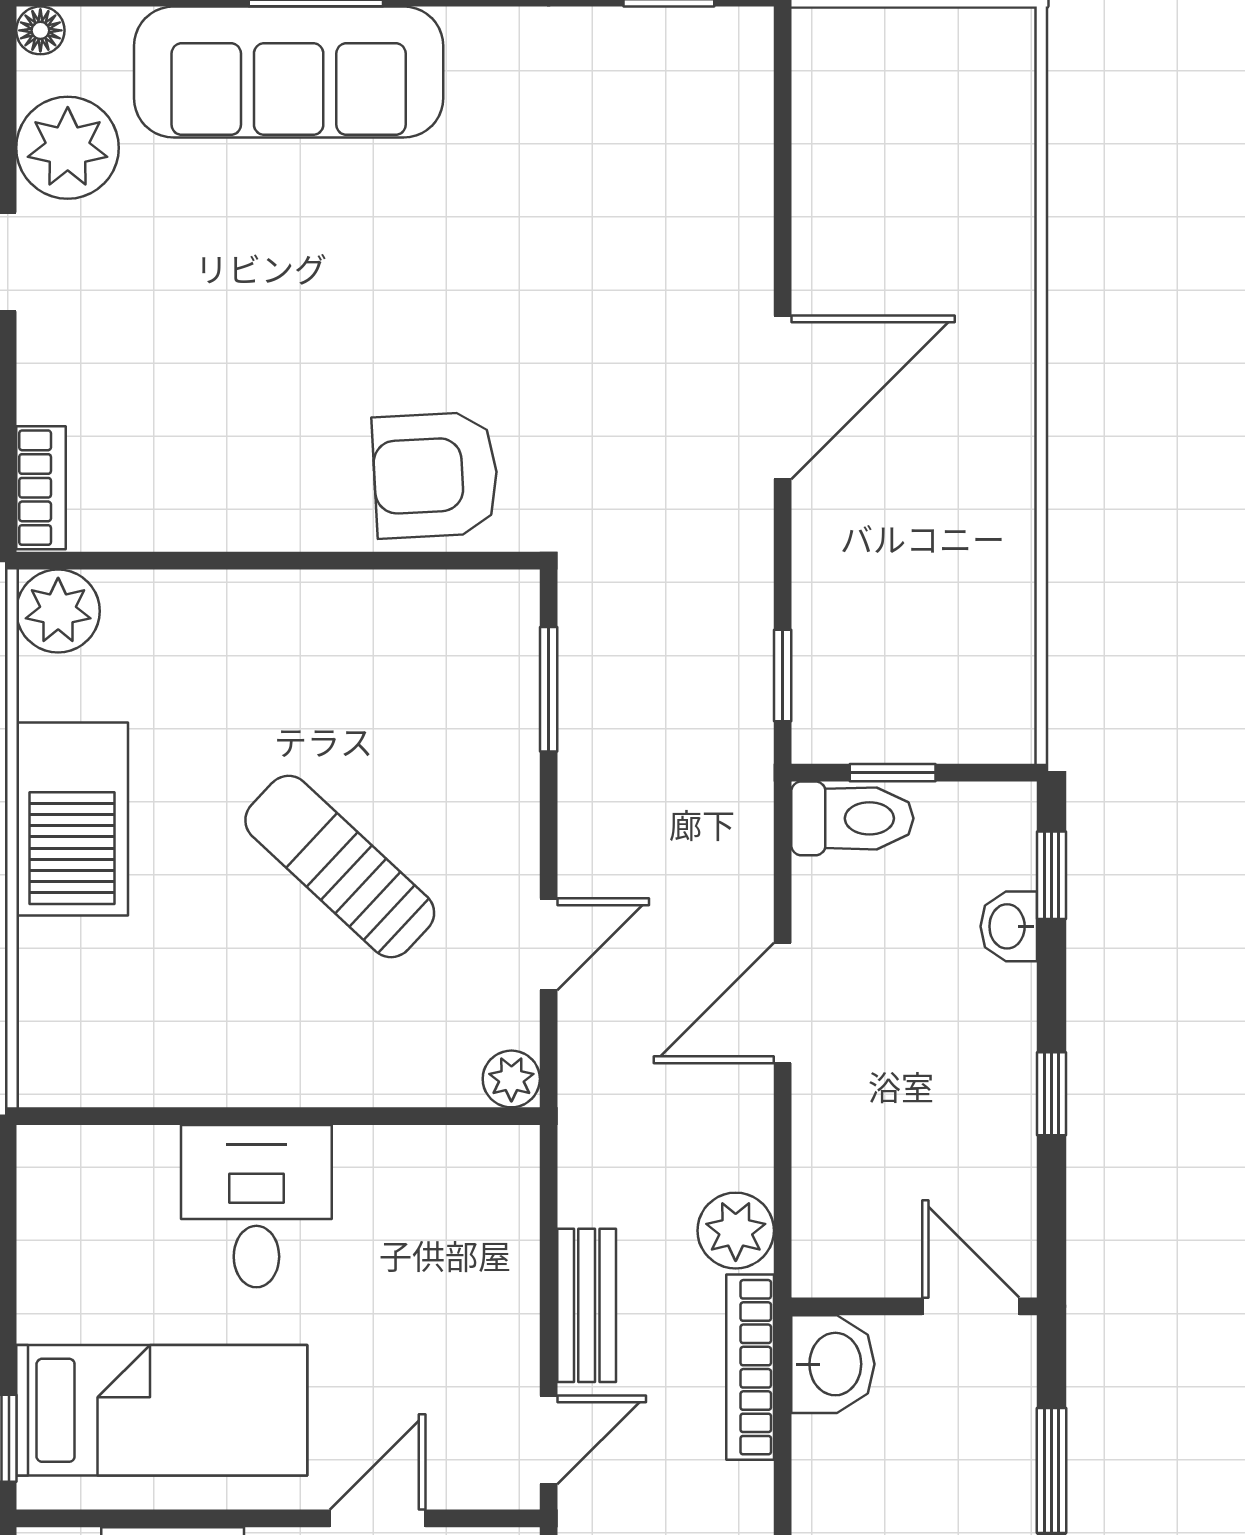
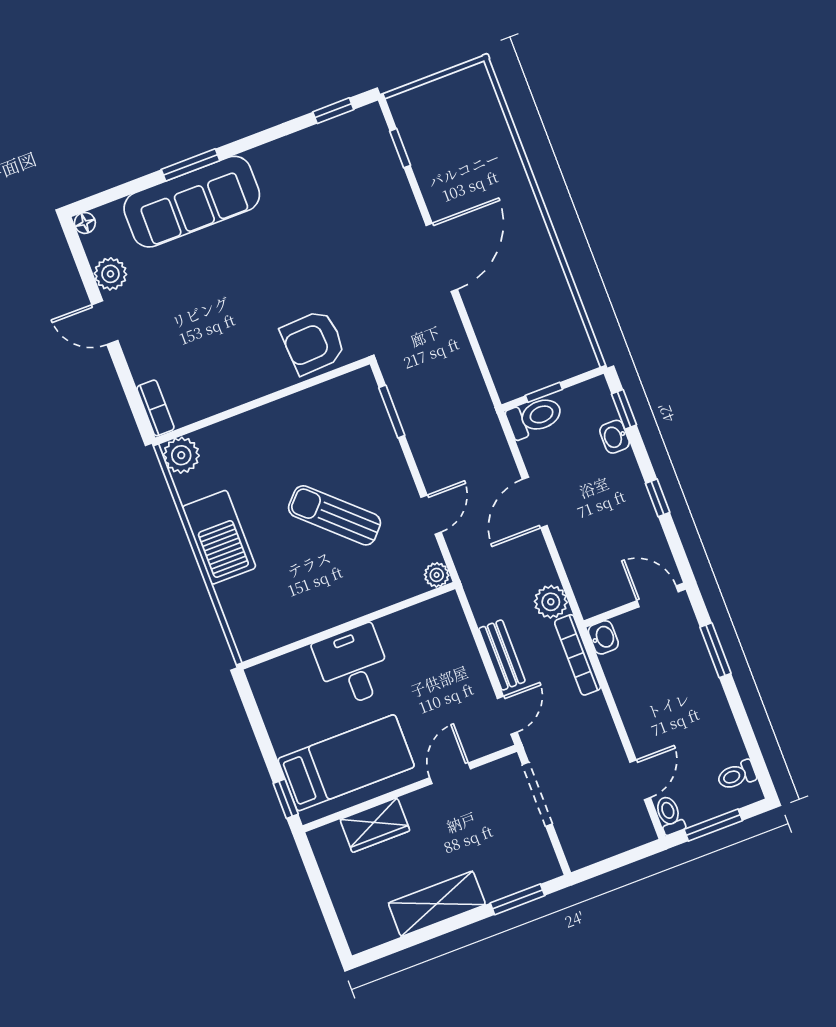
plant: (68, 148) -> (110, 274), width x0.73, depth x0.73
window: (783, 676) -> (400, 148), moved
washbasin: (833, 1364) -> (603, 637), width x0.72, depth x0.69

